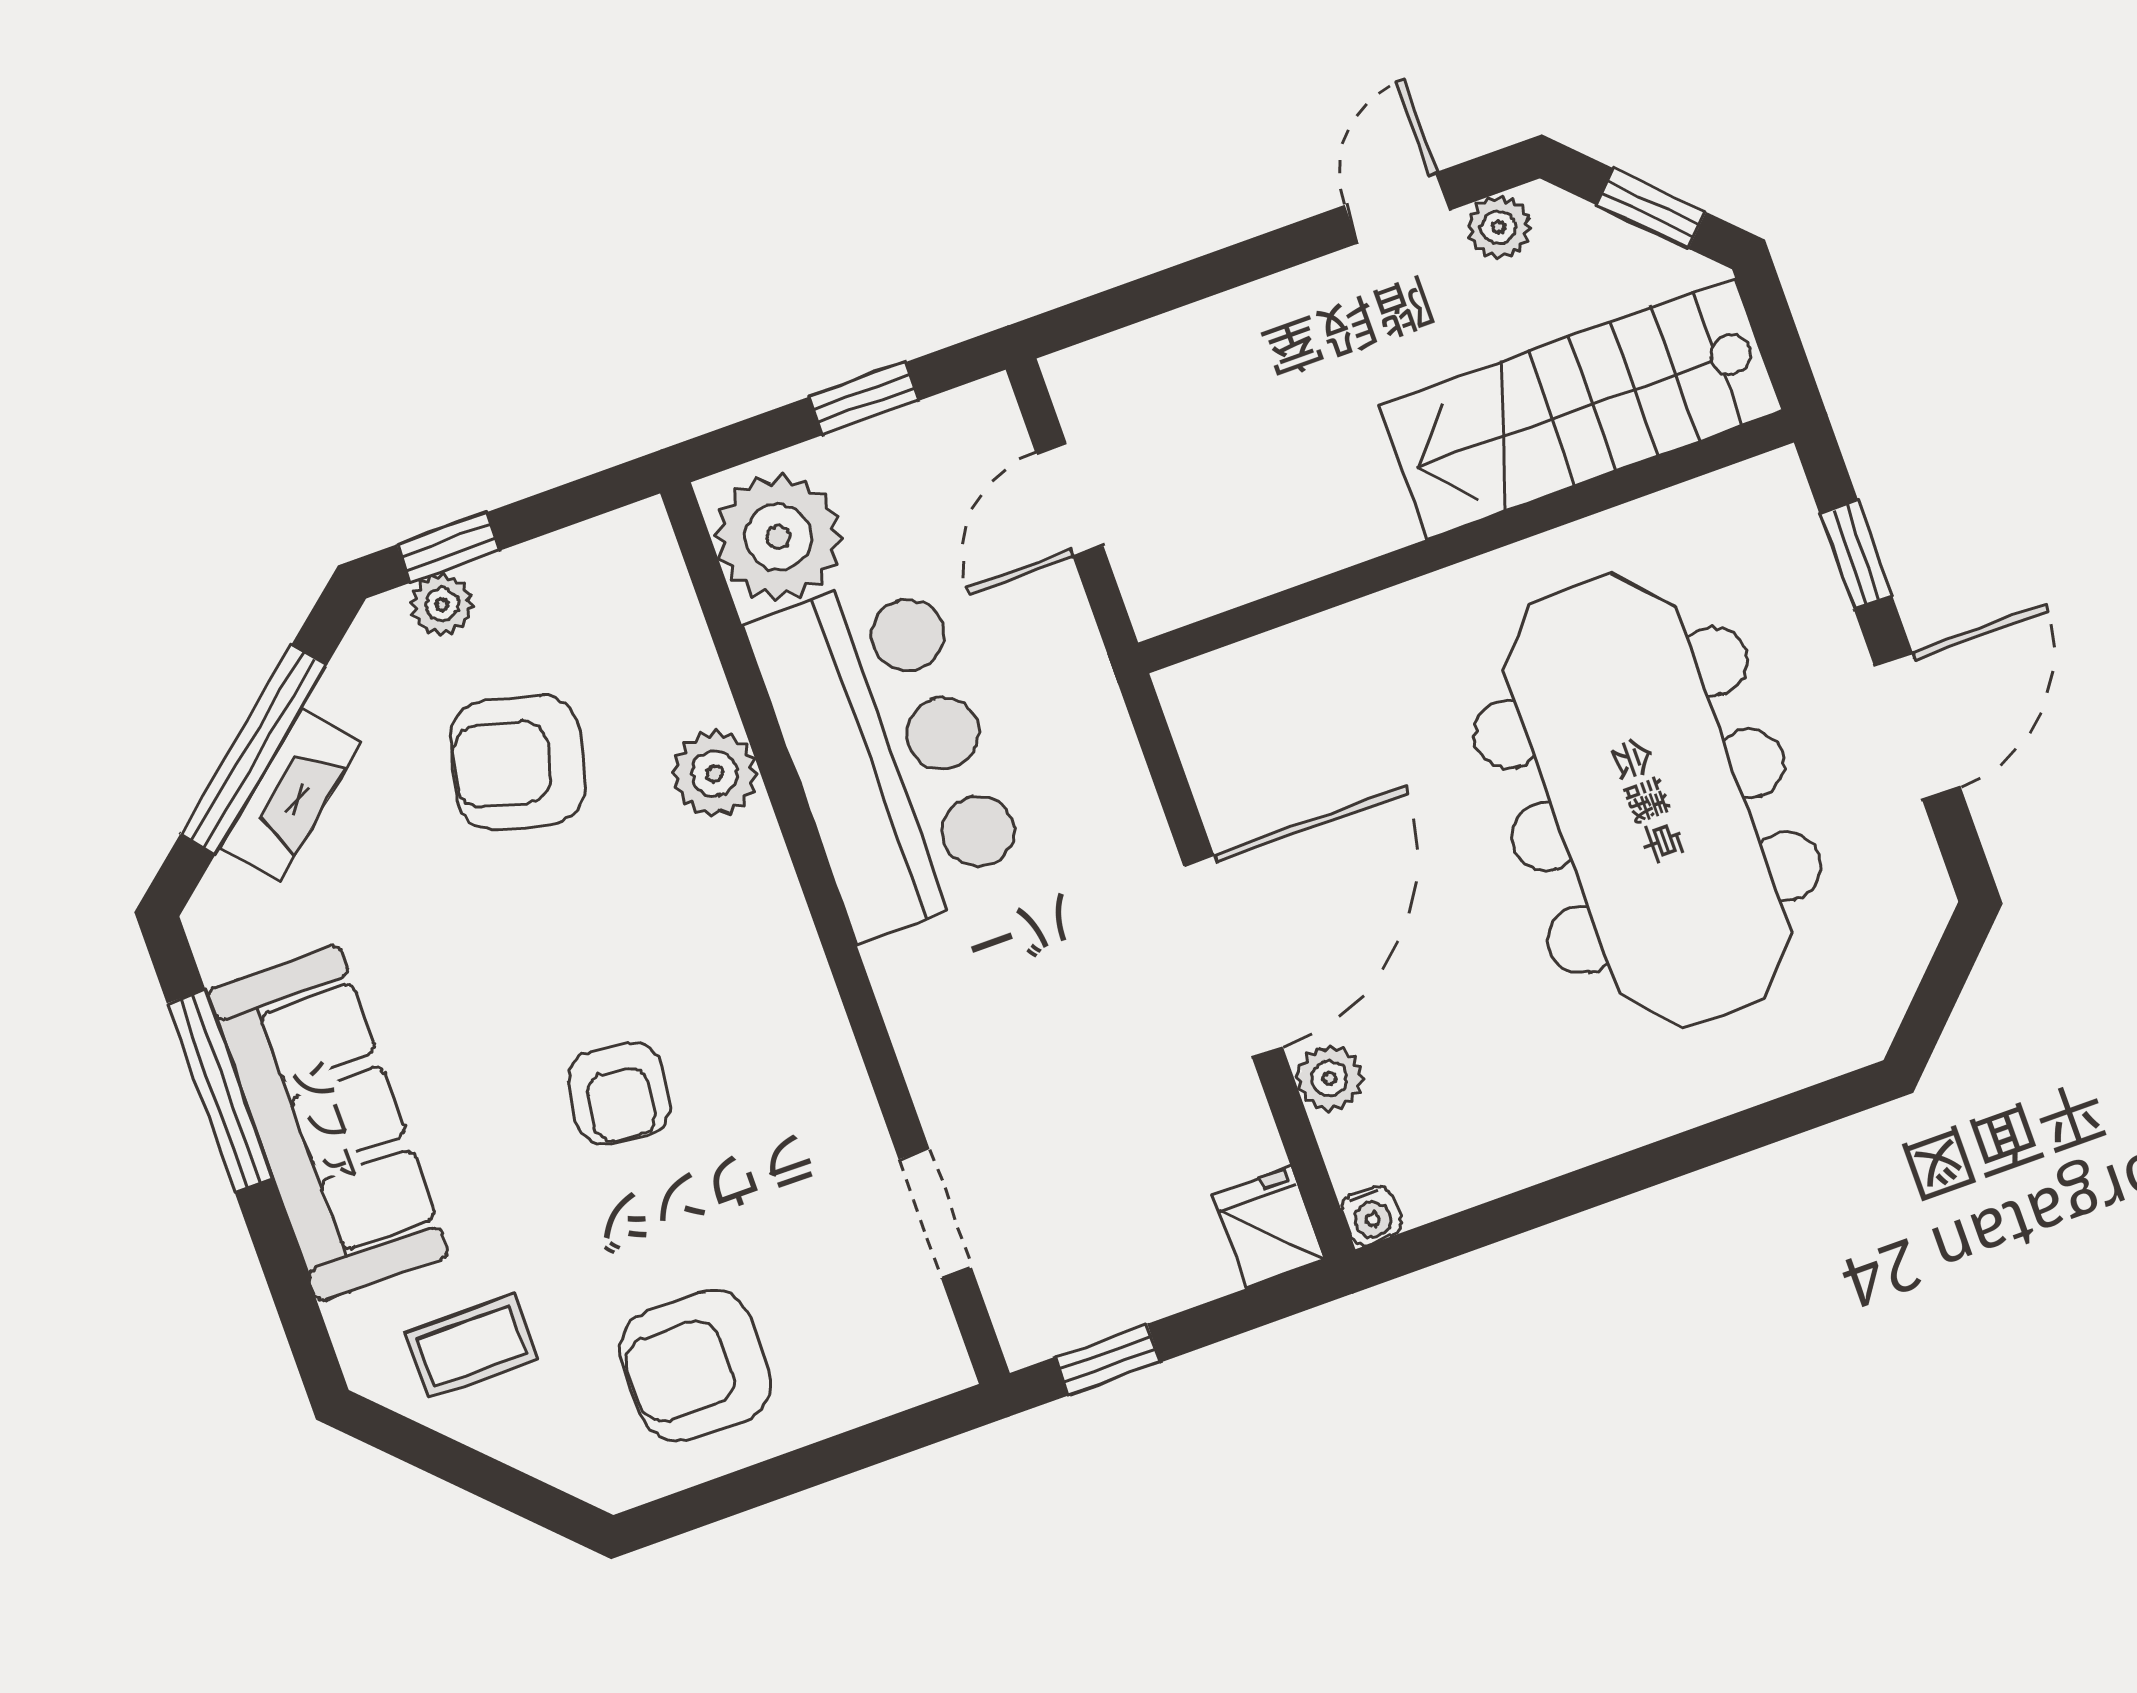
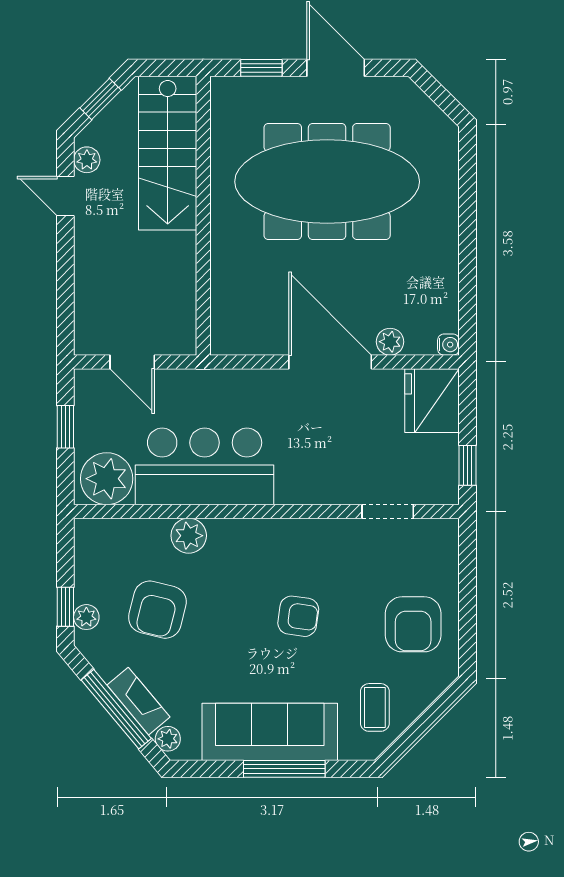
plant: (228, 893) -> (168, 739), added
window: (220, 1091) -> (284, 769), moved
fridge: (1268, 1228) -> (432, 401), width x1.88, depth x1.34

